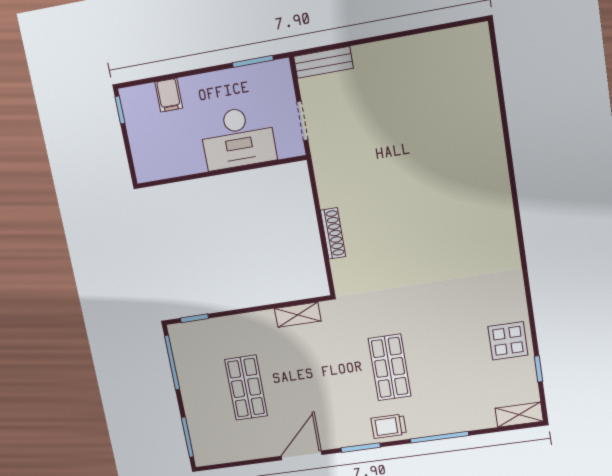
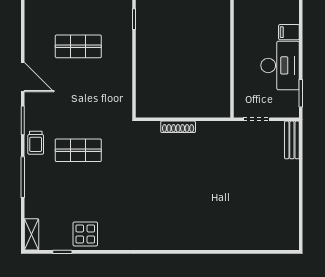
desk: (238, 138) -> (280, 65), moved, turned 180
shelving: (298, 315) -> (125, 93), removed
trolley: (389, 426) -> (36, 143), turned 180

